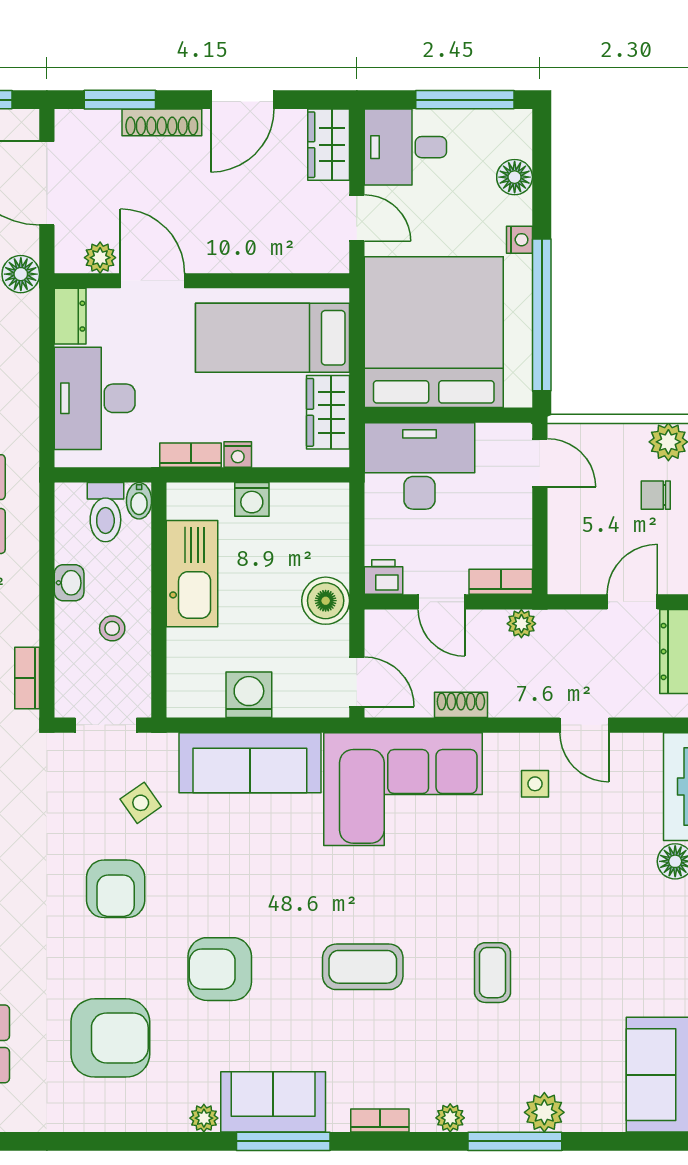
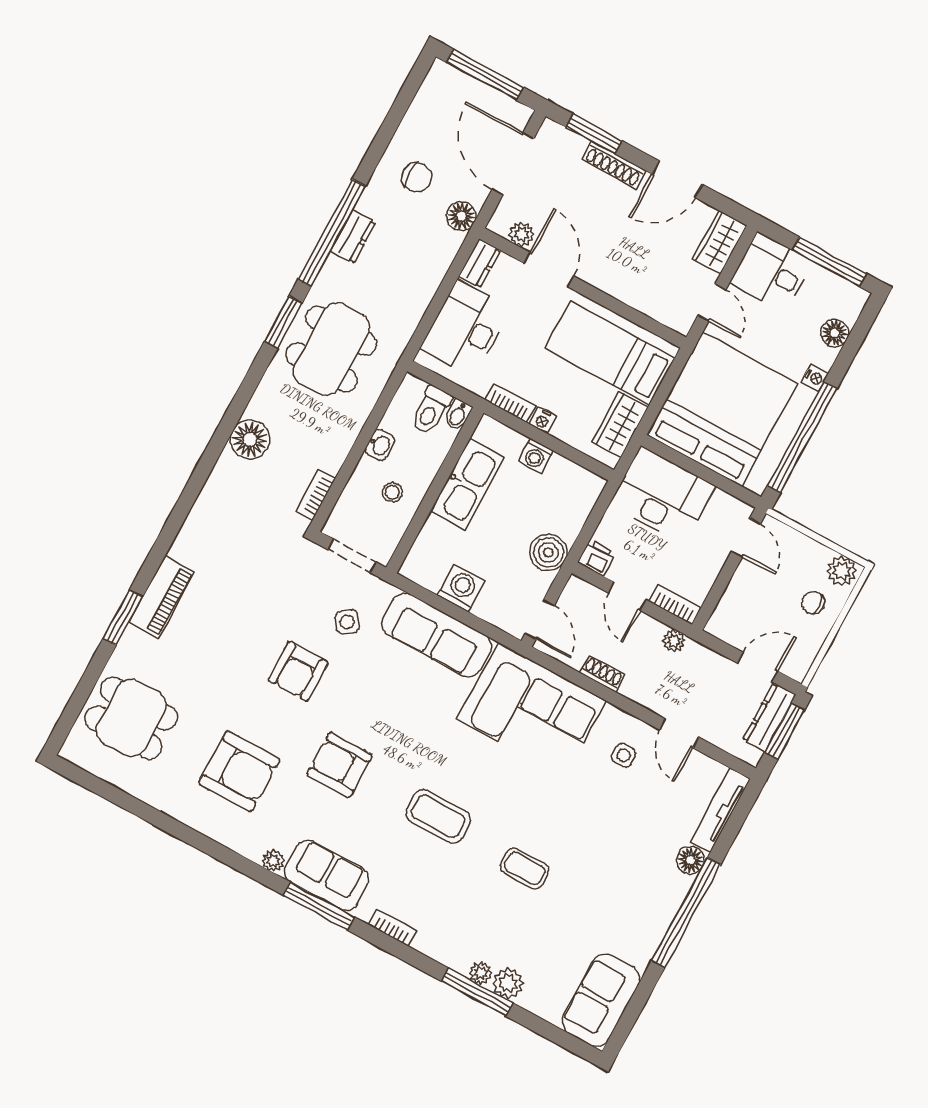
coffee table: (492, 973) -> (525, 868), turned 90
plant: (450, 1118) -> (481, 973), moved

